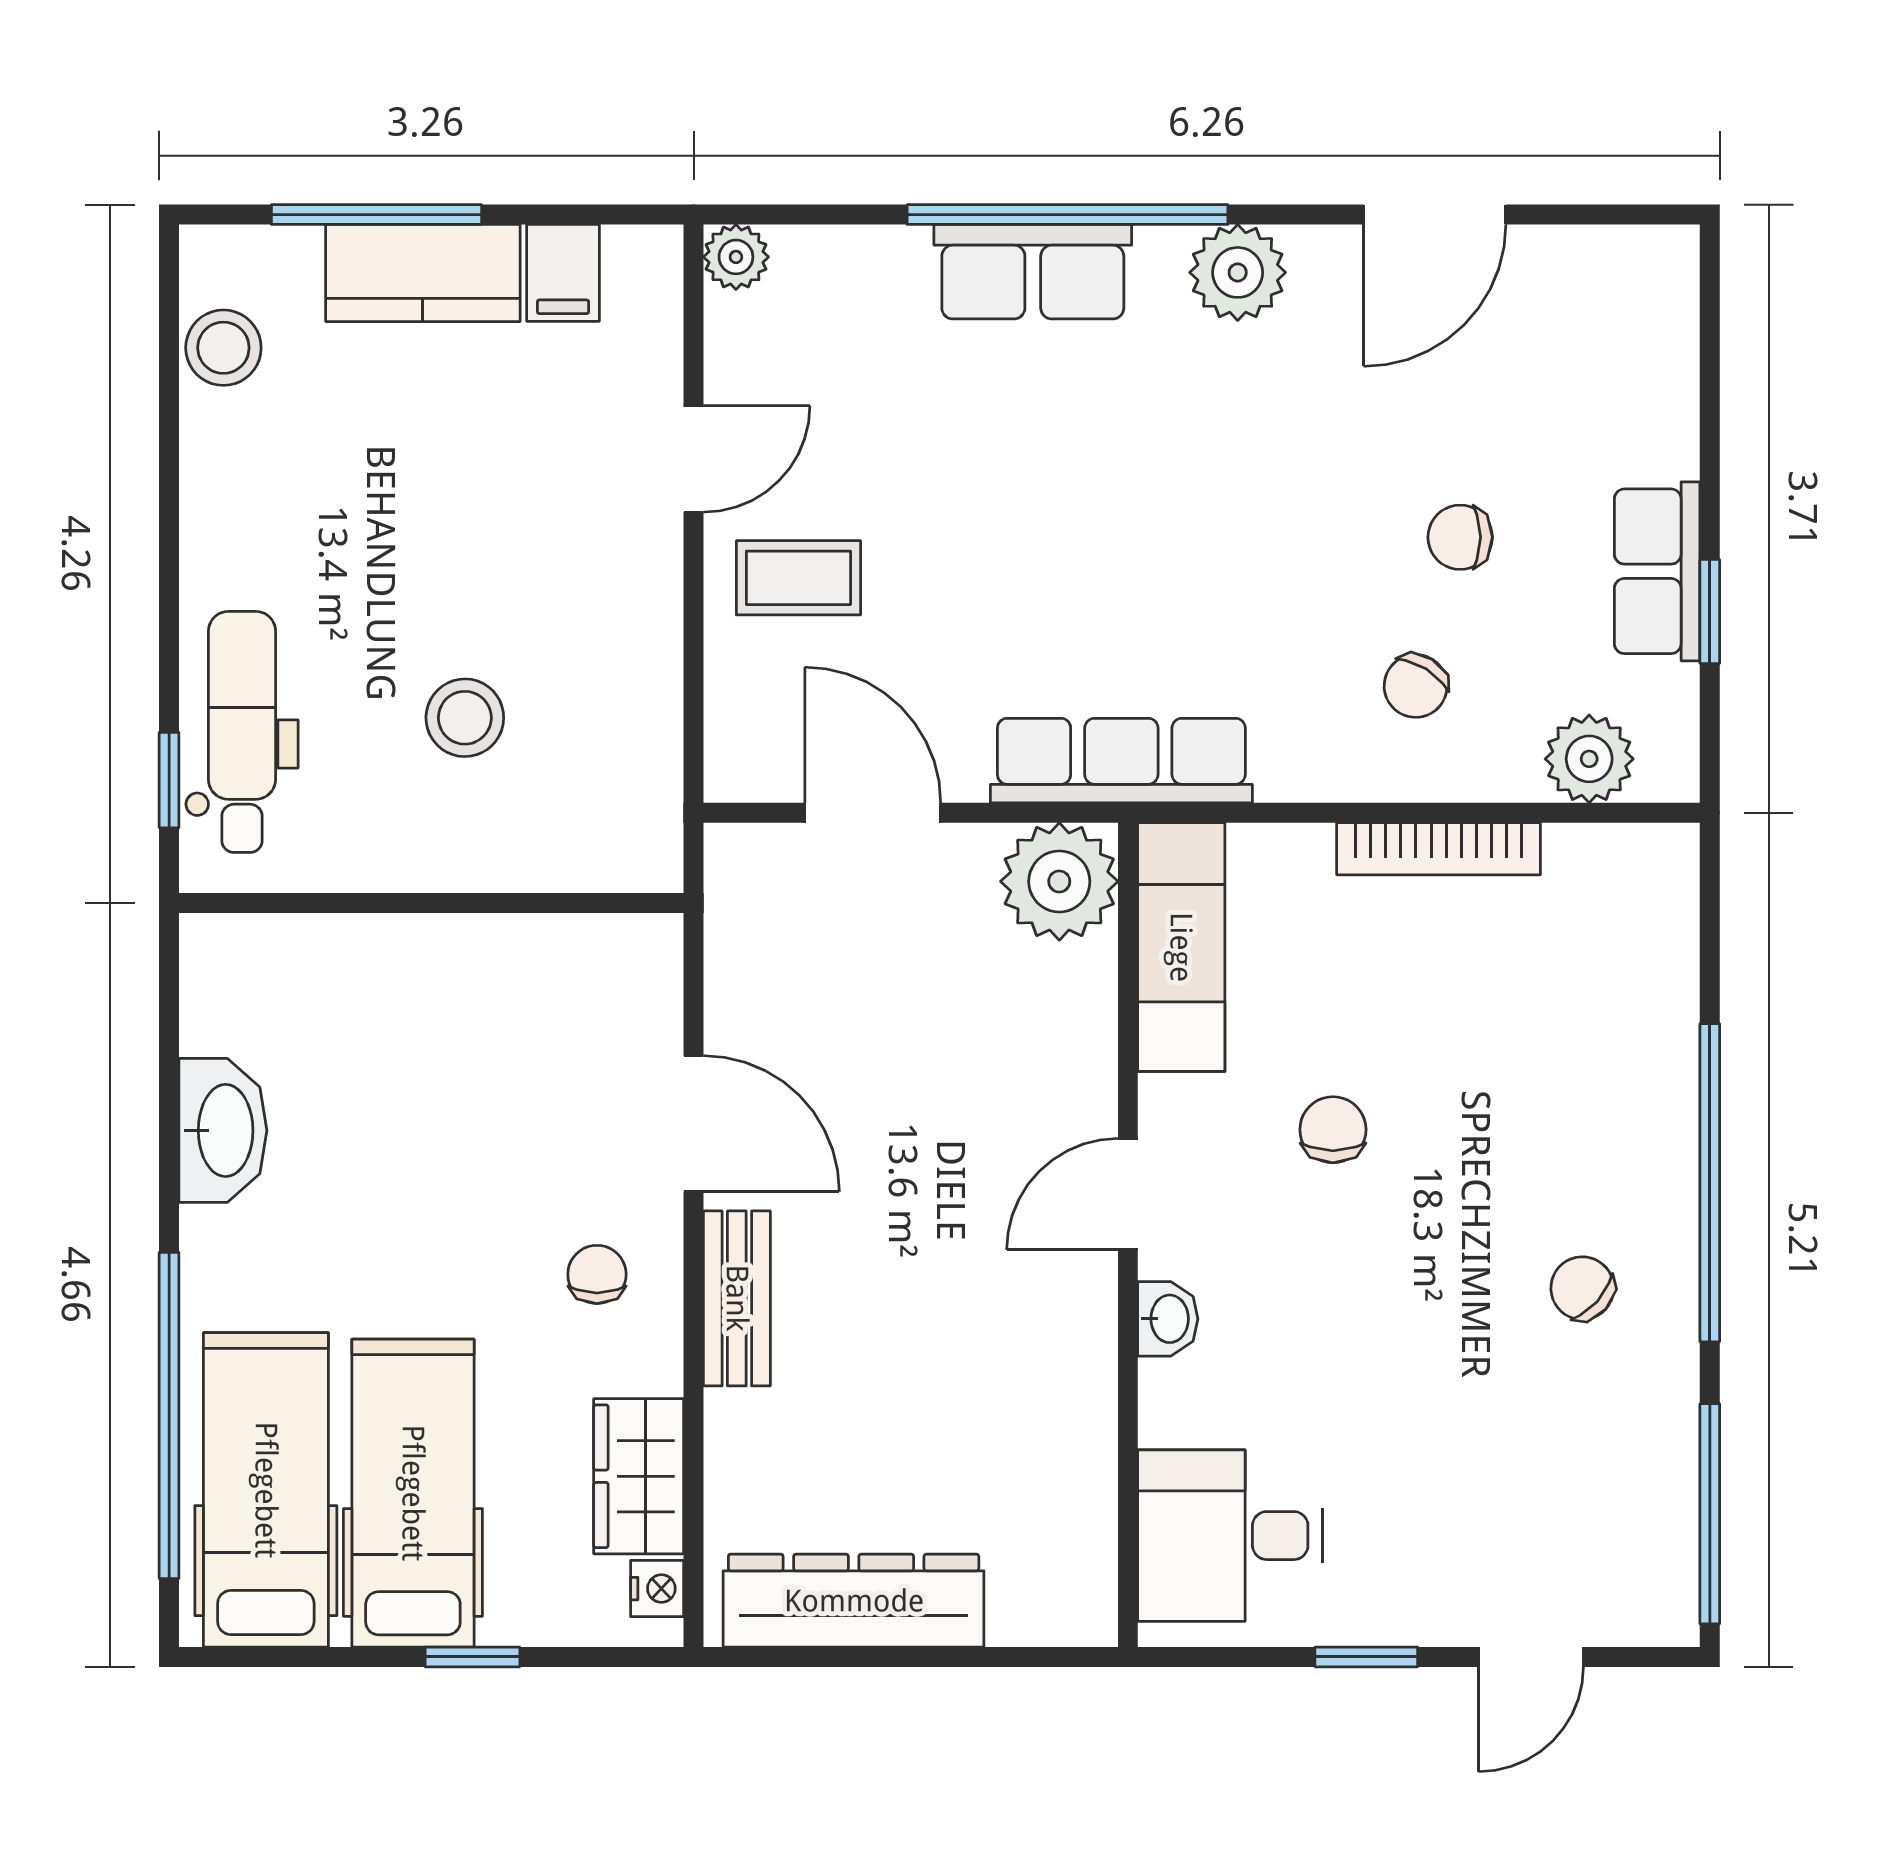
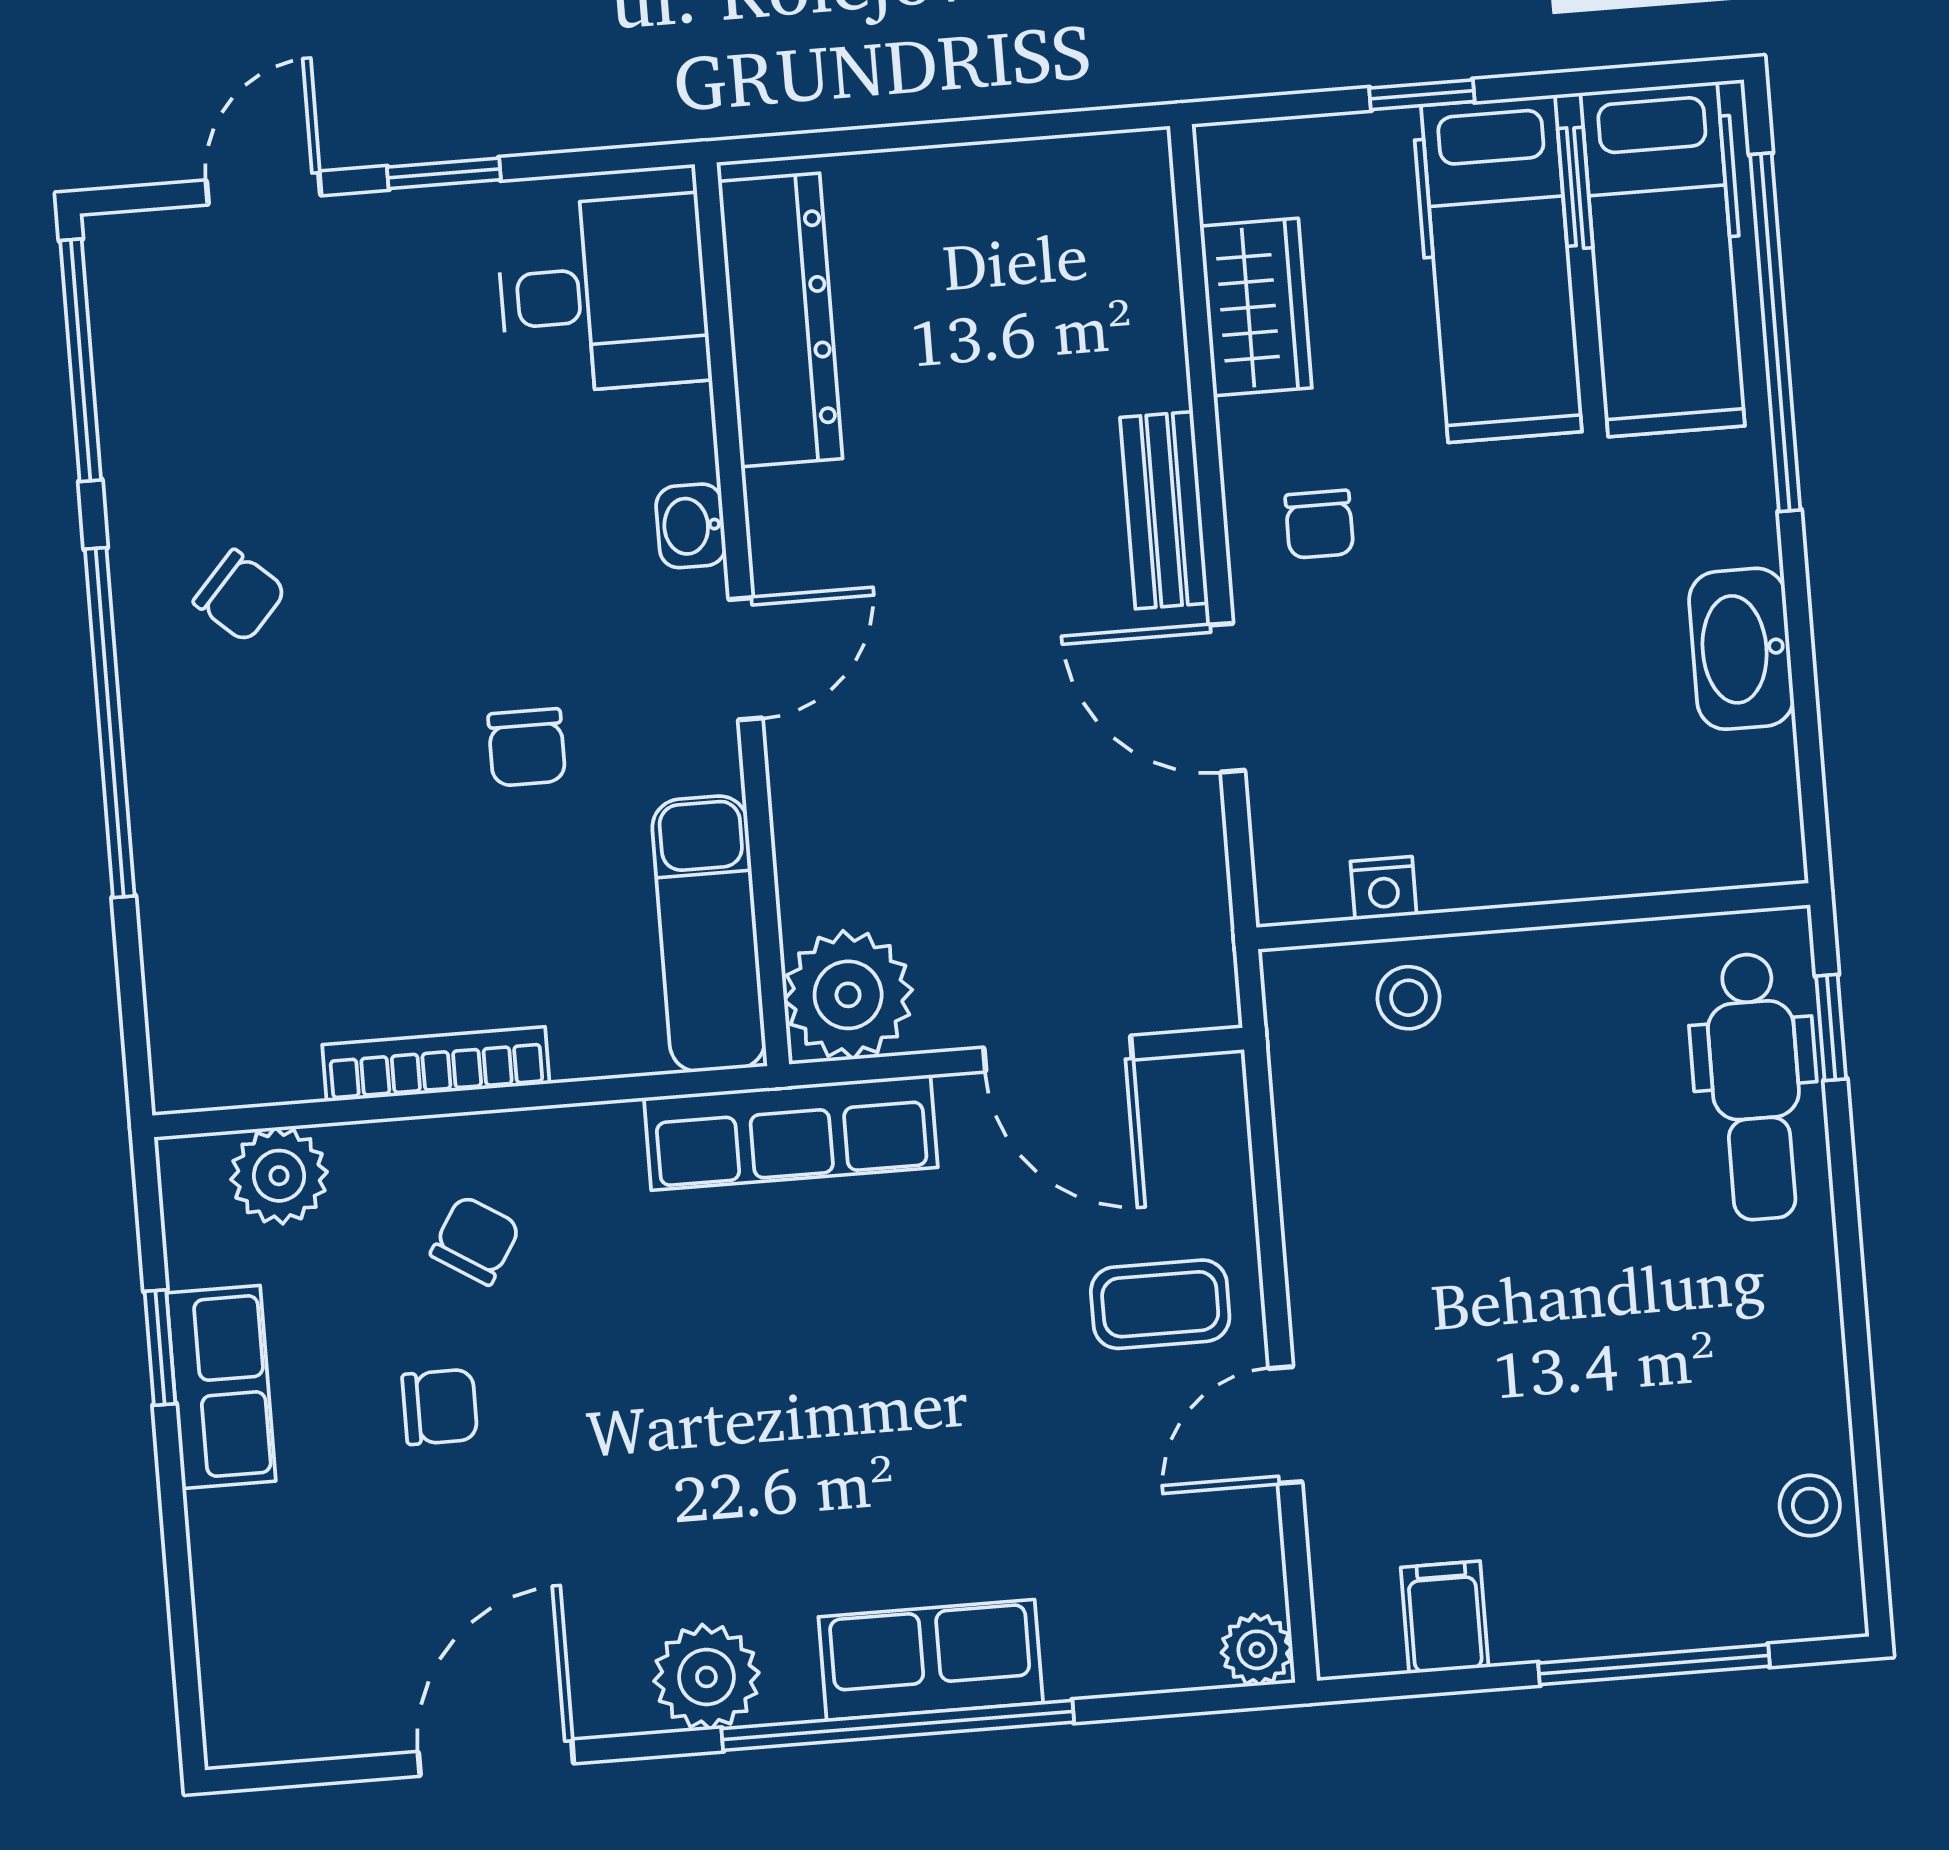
kitchen counter: (423, 273) -> (1598, 1605), removed
stool: (223, 348) -> (1810, 1505), width x0.73, depth x0.73
stool: (465, 718) -> (1409, 998), moved, width x0.73, depth x0.73
nightstand: (657, 1589) -> (1384, 888), moved, turned -90
dresser: (854, 1601) -> (780, 320), moved, turned -90

